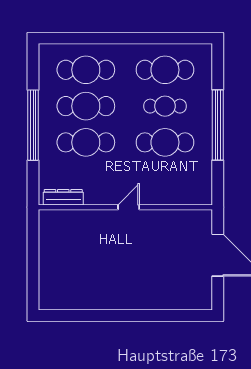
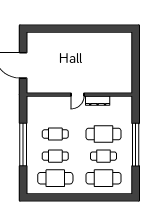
cafe table: (86, 106) -> (103, 156), width x0.73, depth x0.74
cafe table: (165, 142) -> (55, 134), width x0.73, depth x0.74
dresser: (63, 197) -> (98, 101), moved

